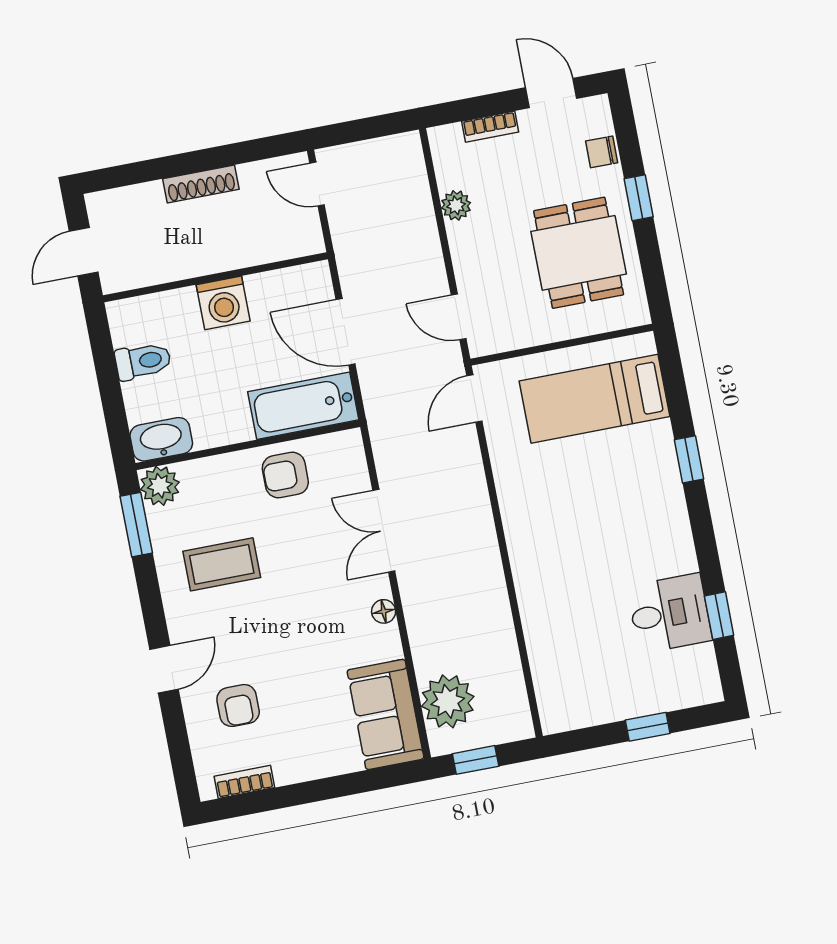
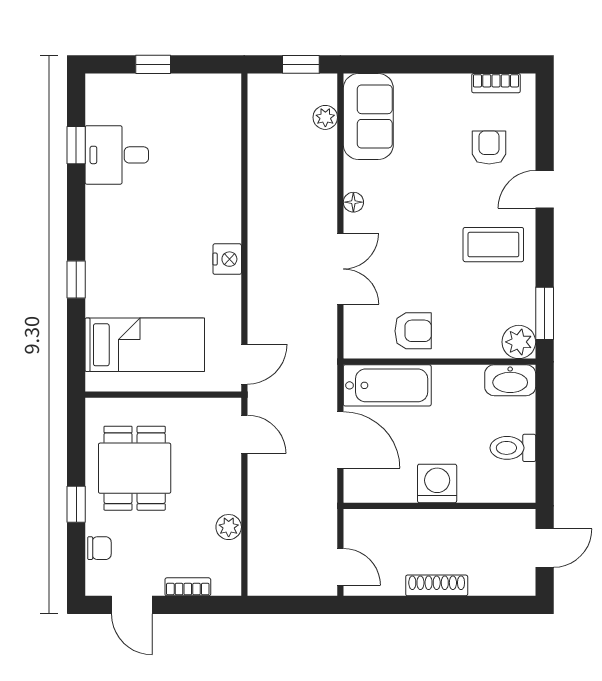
nightstand: (518, 517) -> (227, 259), added
coffee table: (222, 564) -> (493, 245), moved
plant: (448, 701) -> (325, 117), width x0.53, depth x0.53

